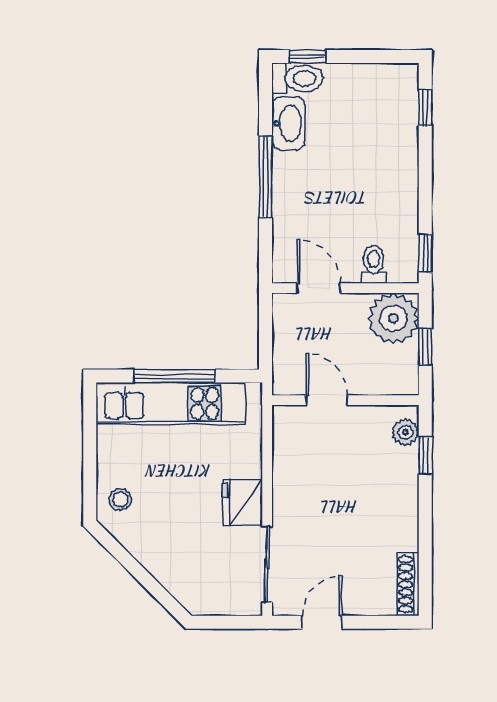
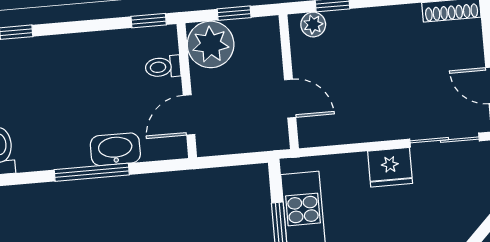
washbasin: (288, 123) -> (115, 149), moved
door: (327, 400) -> (290, 99), swing flipped

